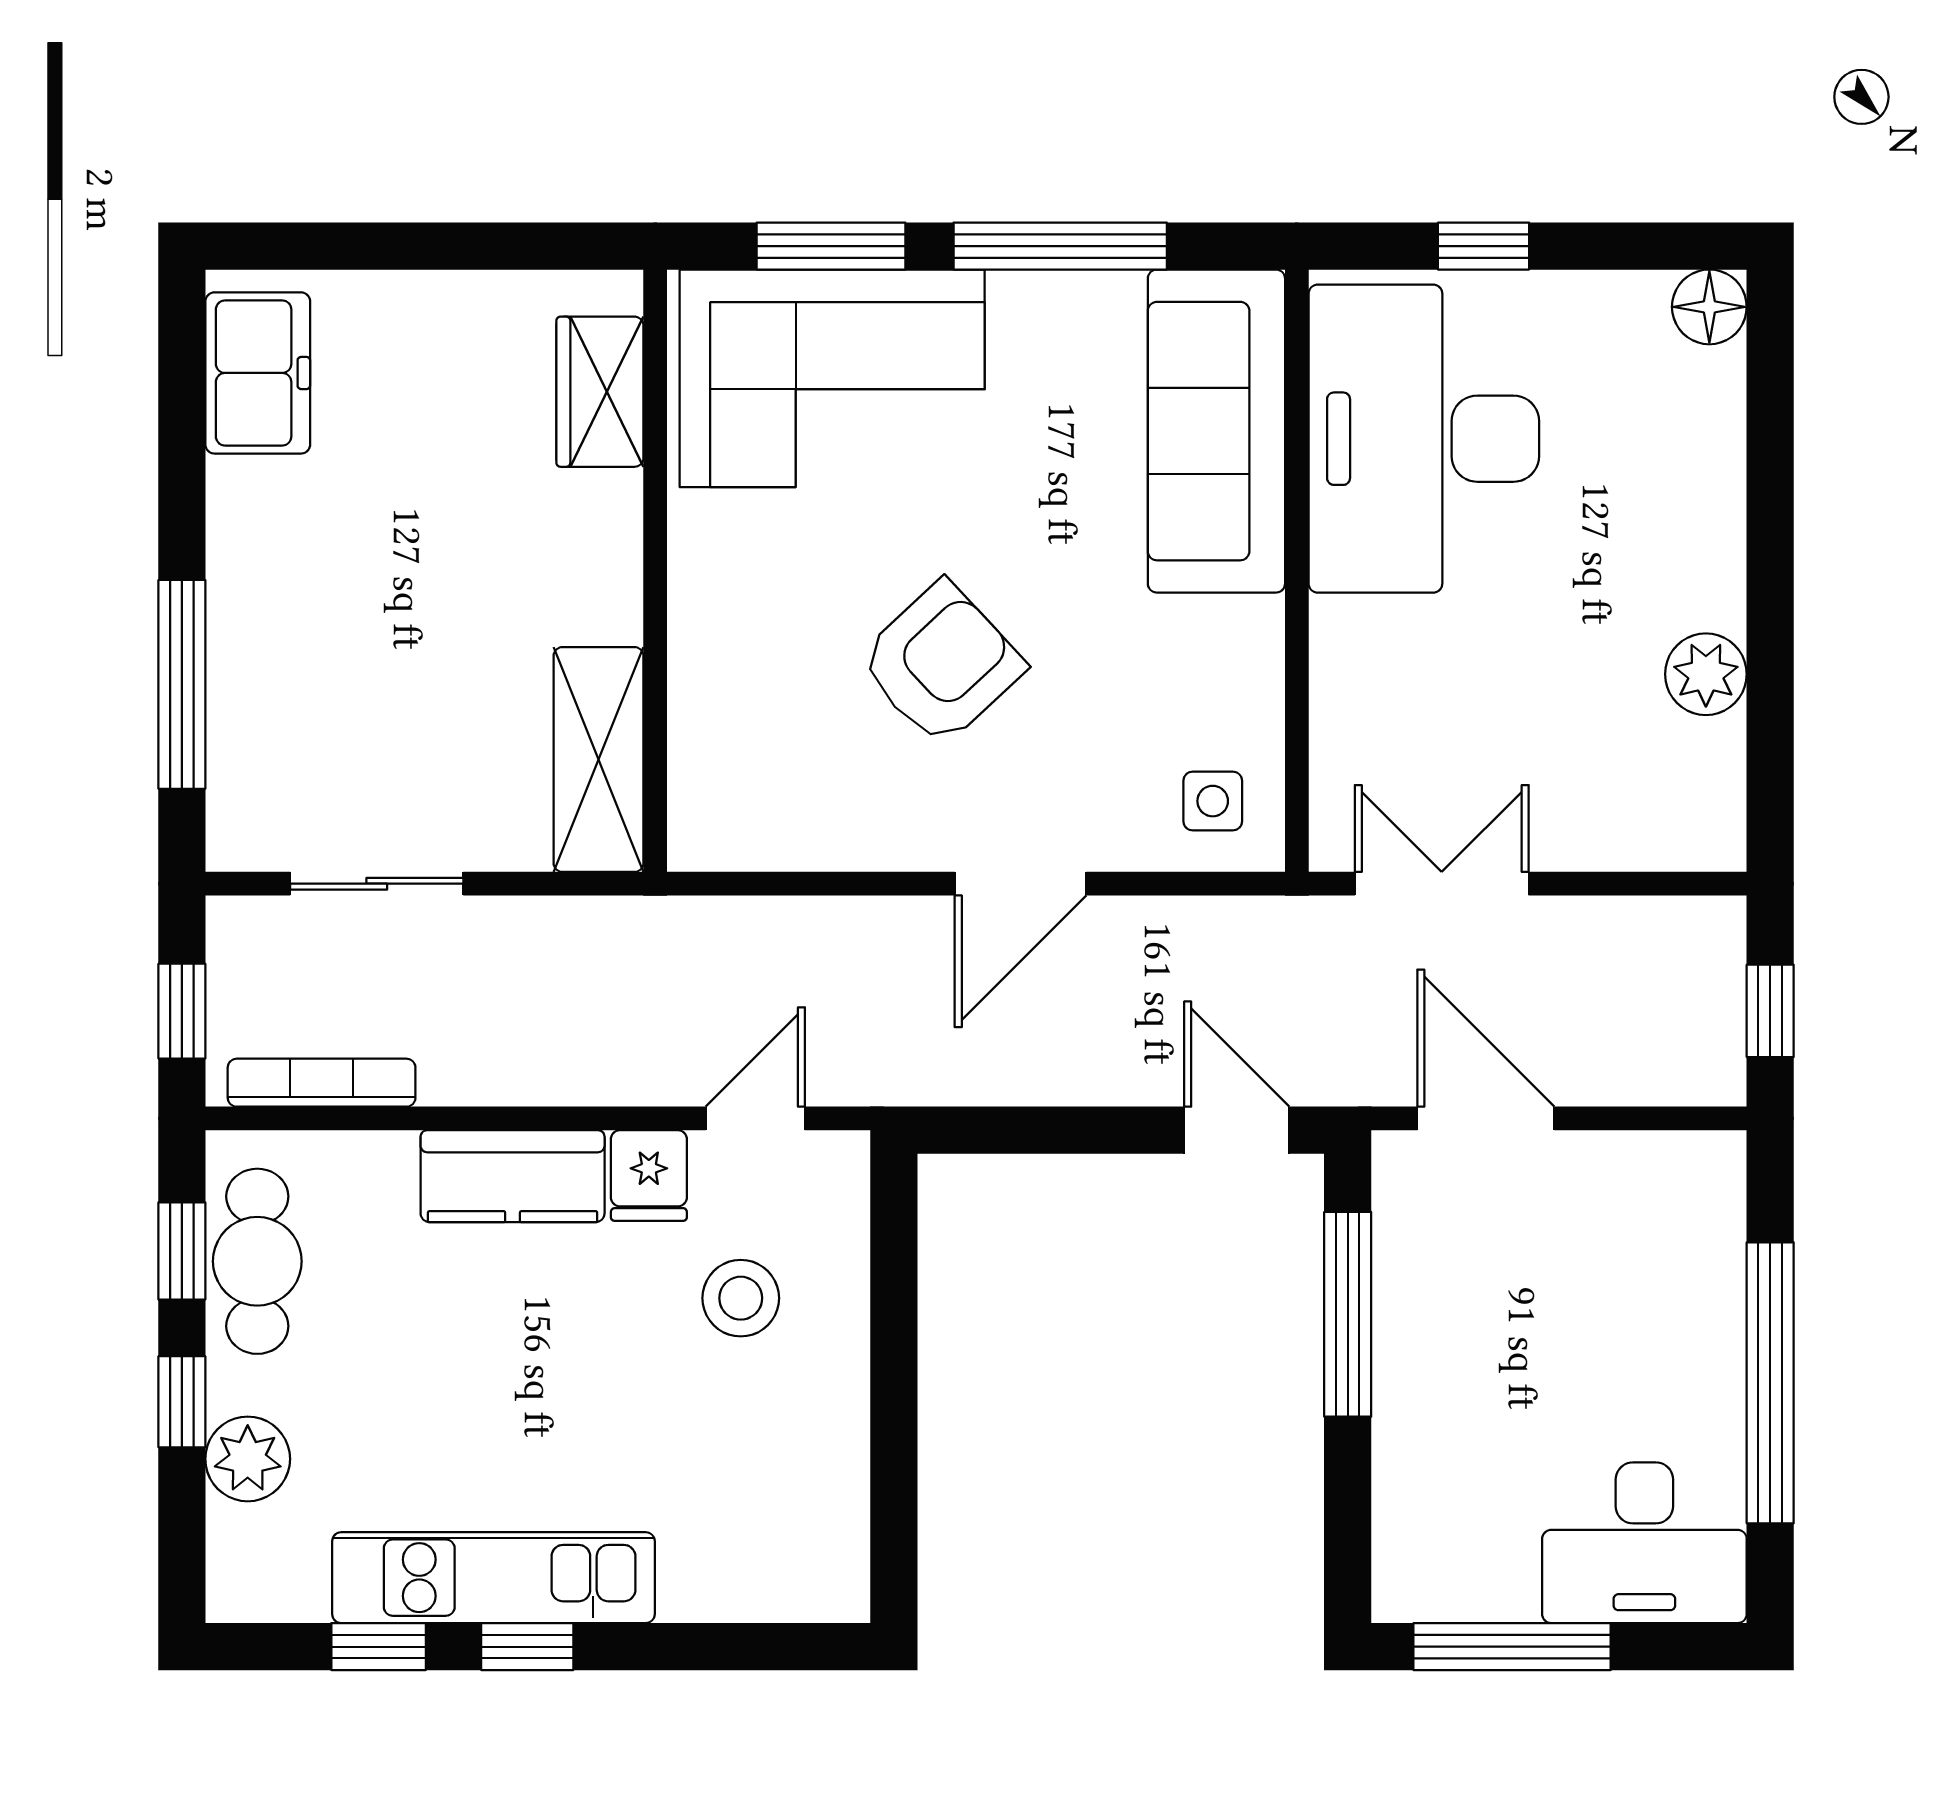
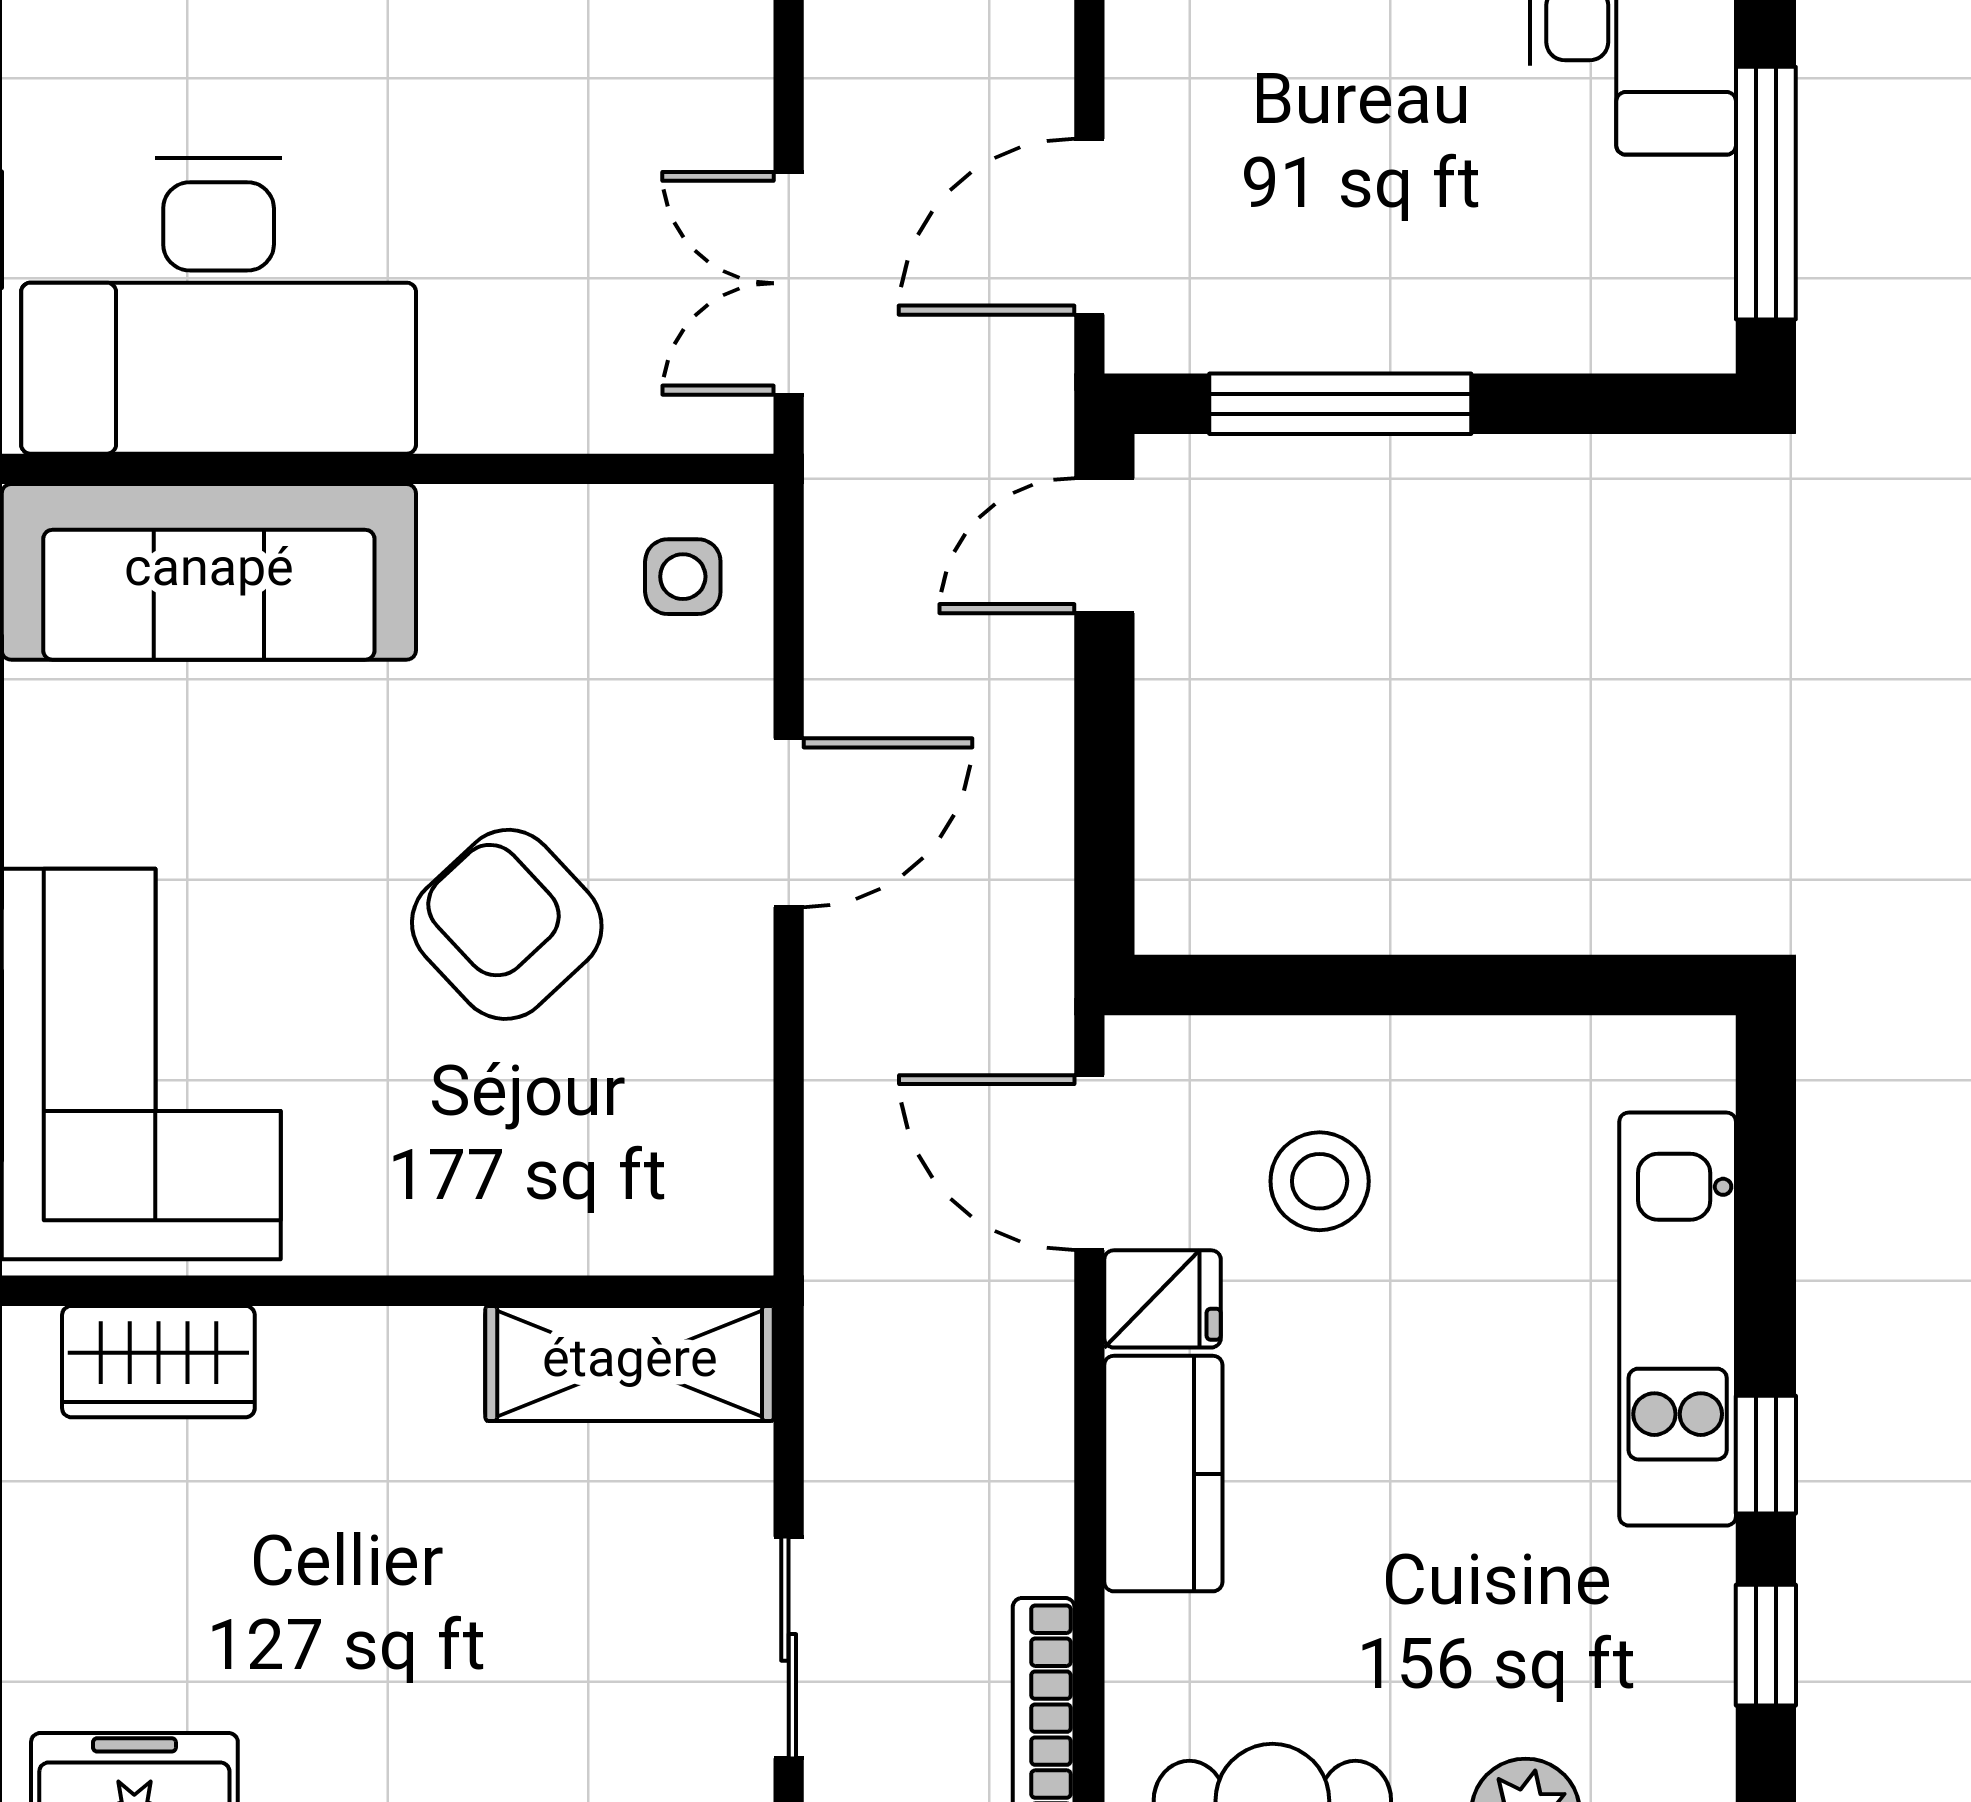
door: (1021, 884) -> (789, 823), hinge flipped
door: (755, 1118) -> (1089, 1163), width x1.38
kitchen unit: (493, 1578) -> (1678, 1319), moved

